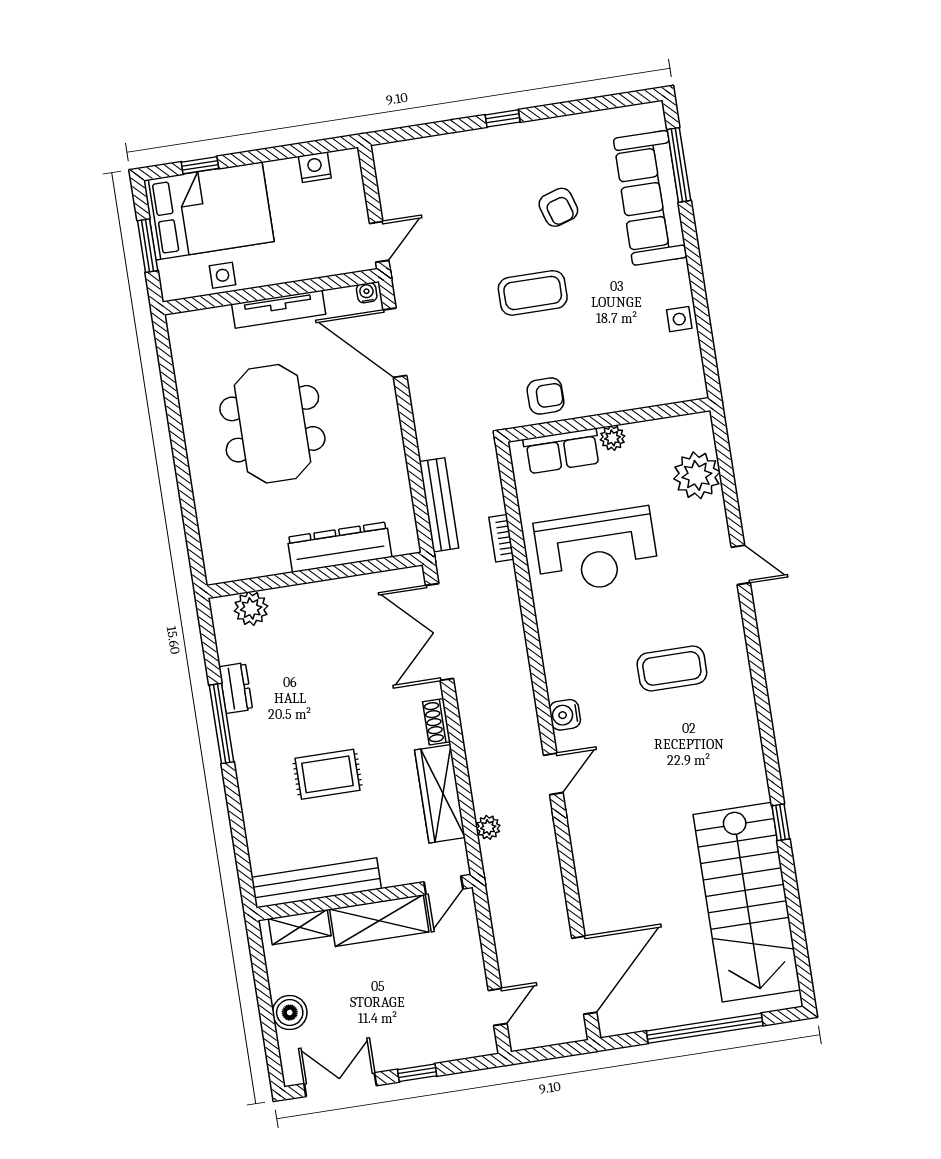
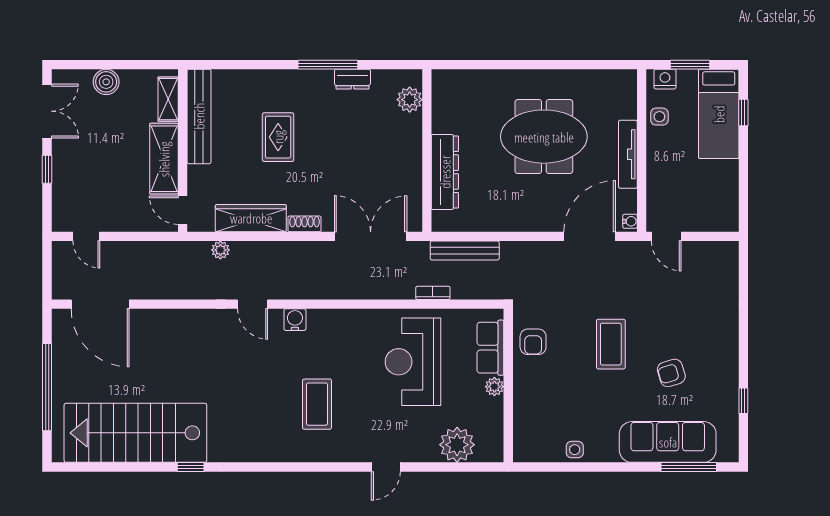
window: (503, 118) -> (743, 401), moved
nightstand: (315, 167) -> (665, 79), moved, turned -90
bed: (209, 211) -> (719, 114), width x0.67

